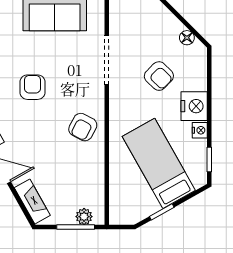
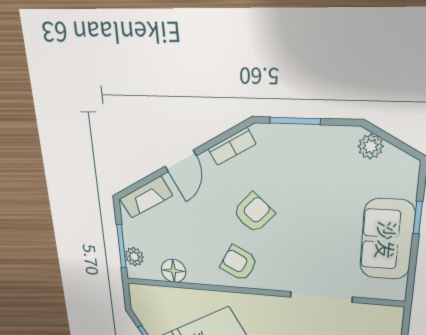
armchair: (32, 87) -> (254, 213), moved, turned -47
floor lamp: (94, 183) -> (174, 271), added

